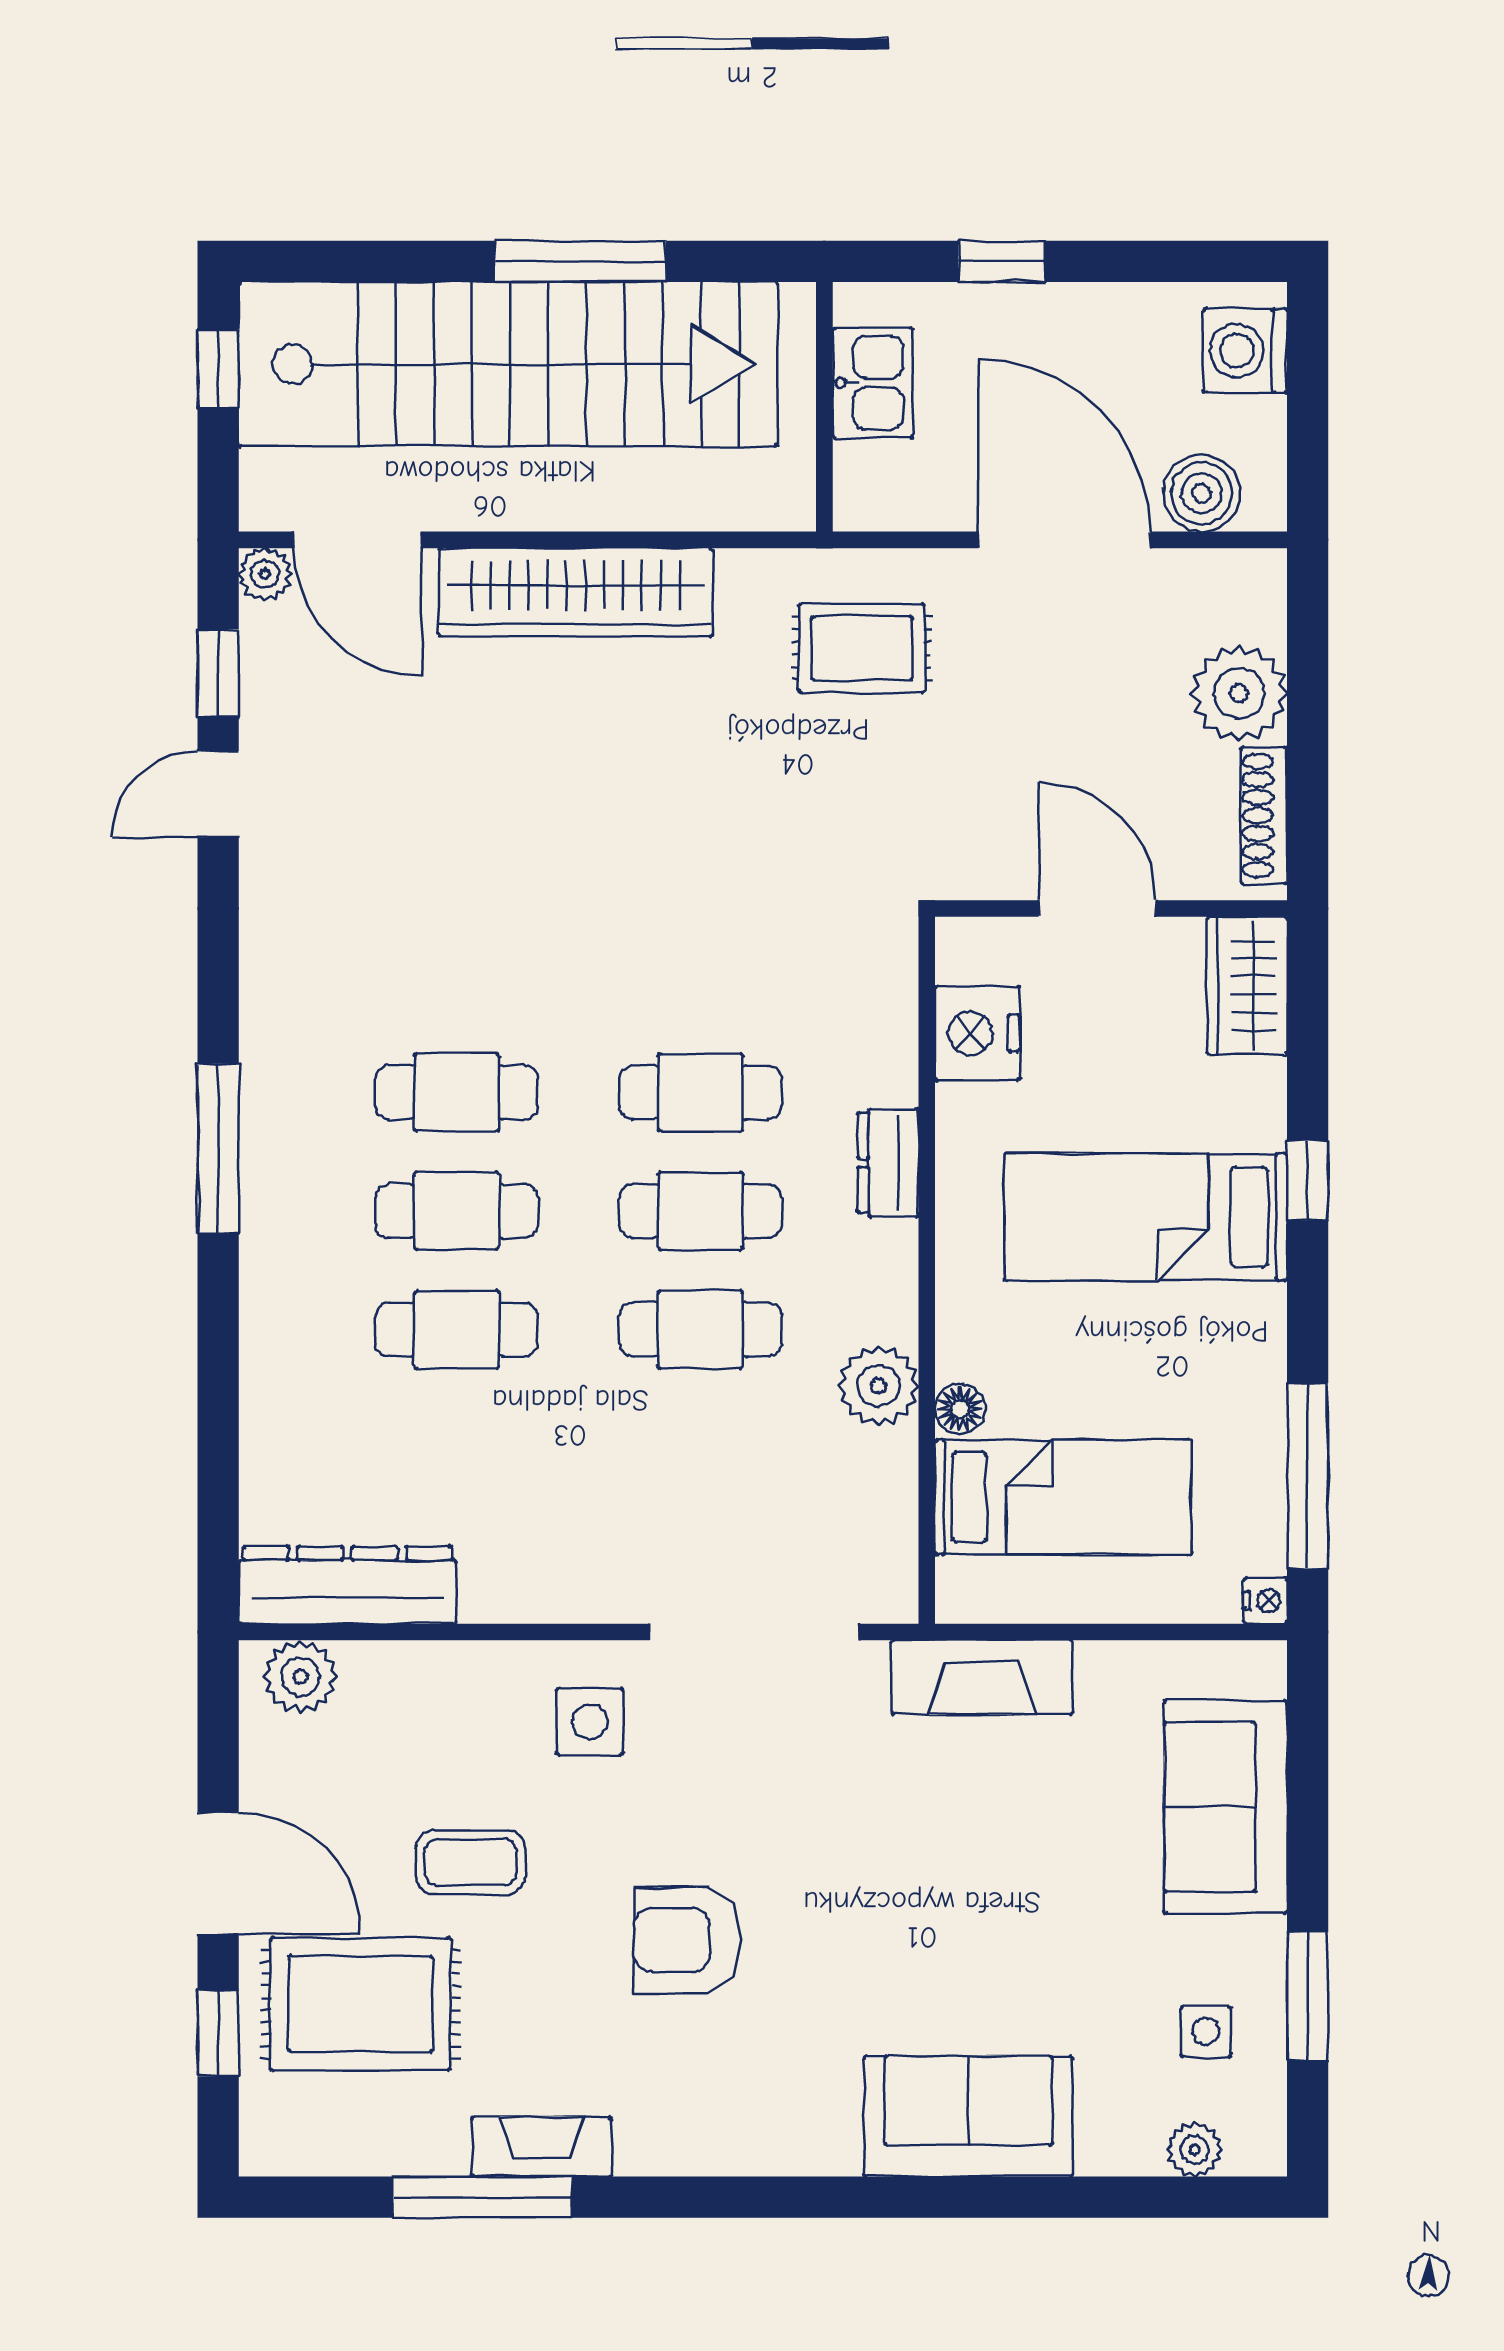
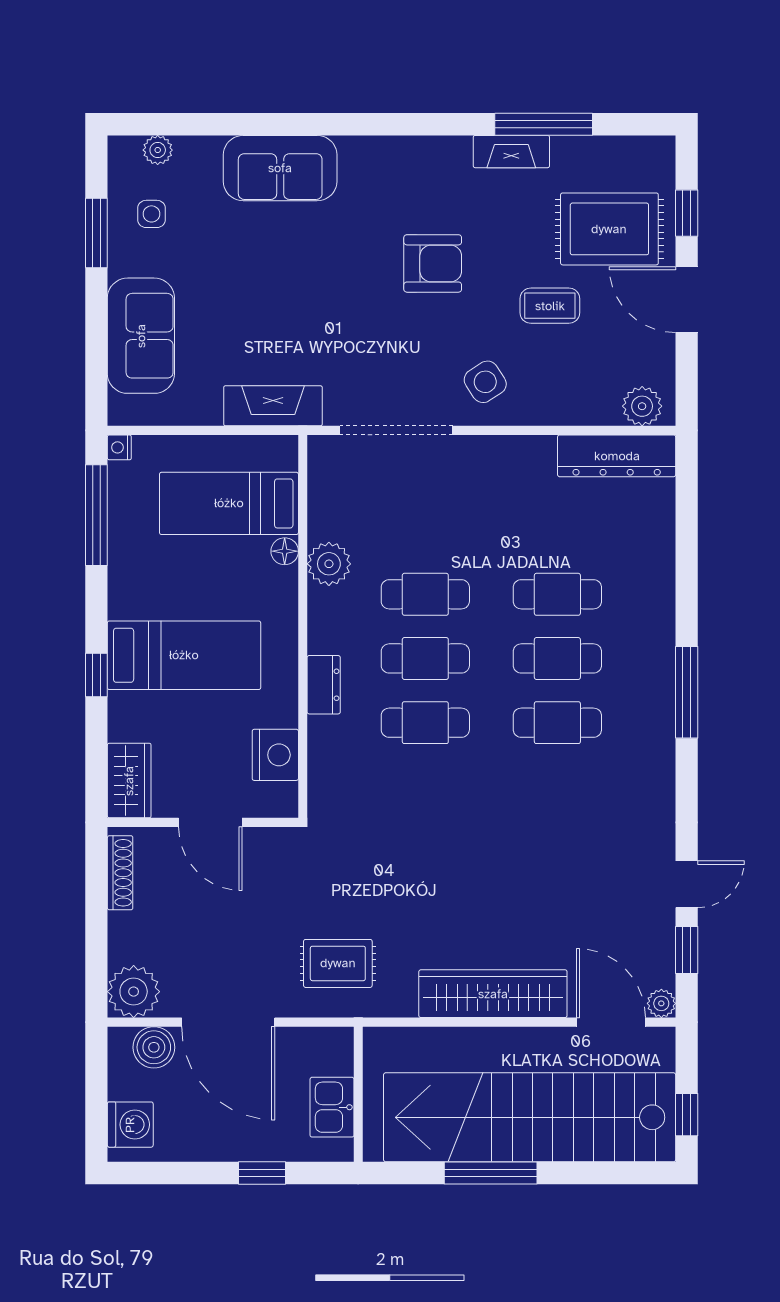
plant: (1239, 693) -> (134, 992), moved
side table: (590, 1722) -> (485, 382), turned -33

